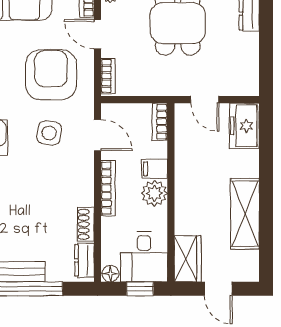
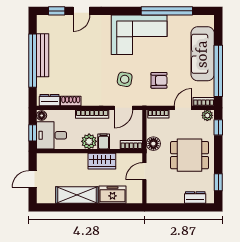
armchair: (51, 75) -> (159, 80), width x0.53, depth x0.53
floor lamp: (158, 84) -> (153, 144), added
freezer: (244, 126) -> (112, 195), moved
wardrobe: (188, 259) -> (102, 161), moved

